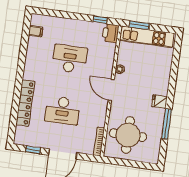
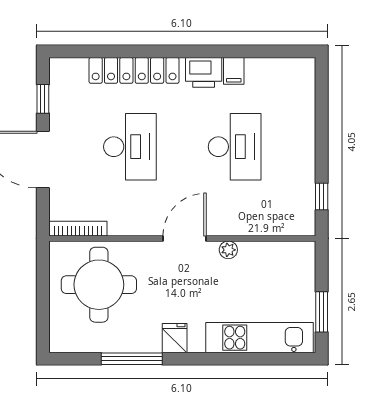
window: (139, 25) -> (322, 312), moved
filing cabinet: (36, 31) -> (234, 71), moved
printer: (110, 33) -> (204, 72), moved, turned 180
kitchen unit: (147, 37) -> (259, 338), moved, turned 90
desk: (62, 110) -> (130, 147), turned 180

